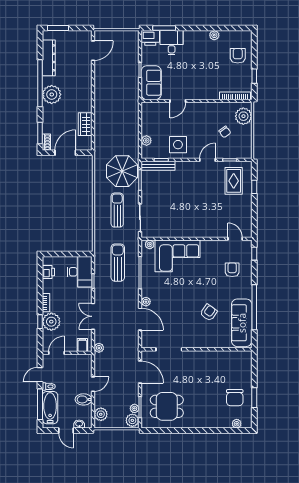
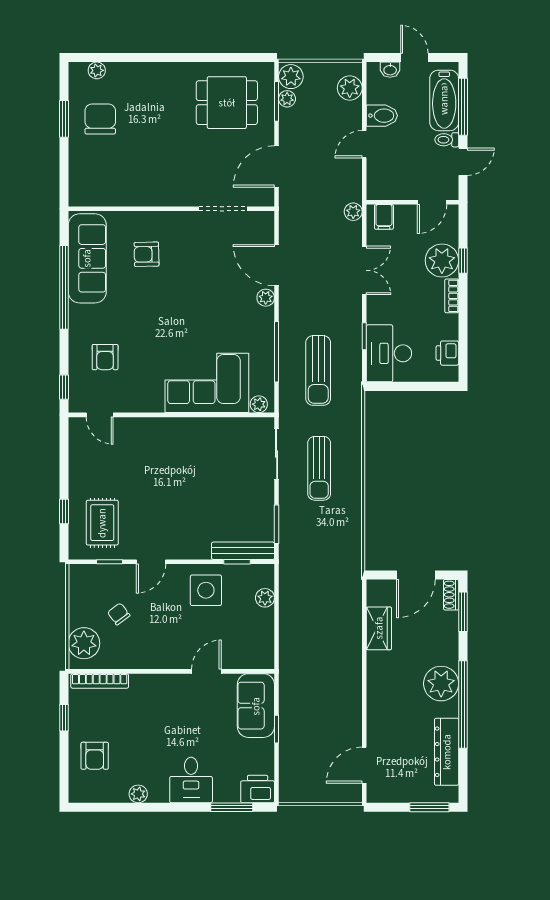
desk: (172, 43) -> (191, 780), moved
parasol: (122, 171) -> (310, 541), removed
armchair: (209, 312) -> (147, 254), moved, turned 54
door: (140, 372) -> (277, 167), hinge flipped

